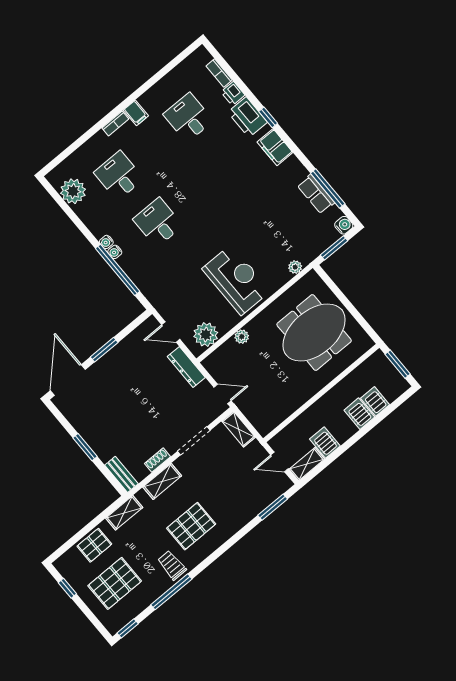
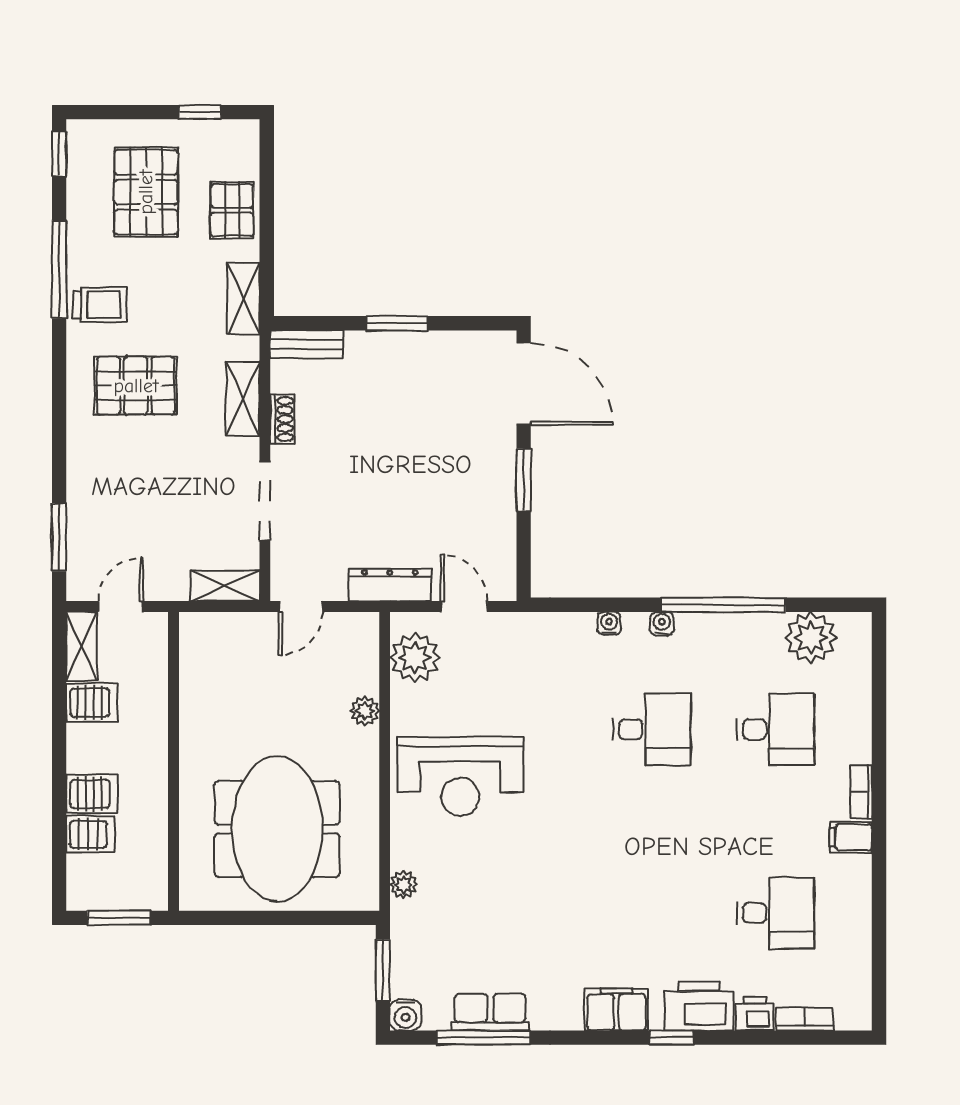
water cooler: (106, 242) -> (609, 624), moved
window: (118, 270) -> (723, 605), moved
door: (171, 332) -> (464, 607), hinge flipped
pallet: (191, 526) -> (136, 386), turned 90

